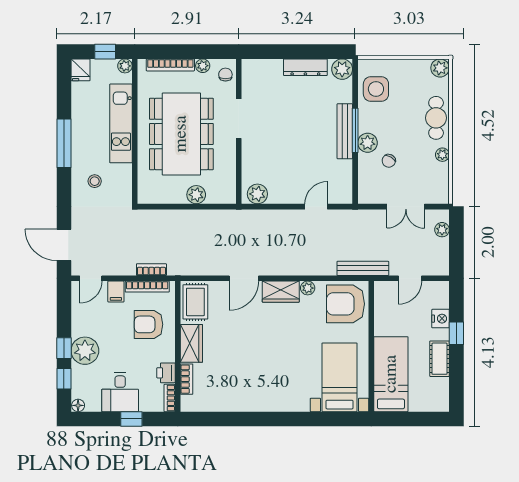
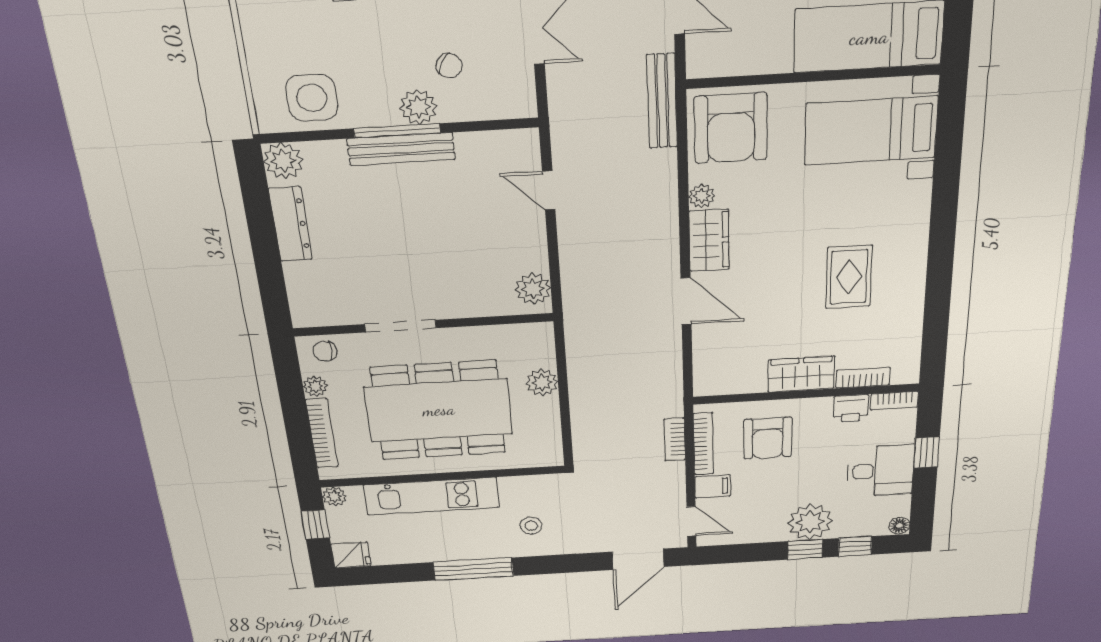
rug: (195, 302) -> (849, 277), moved, turned 90

